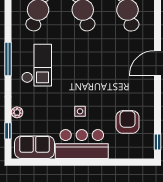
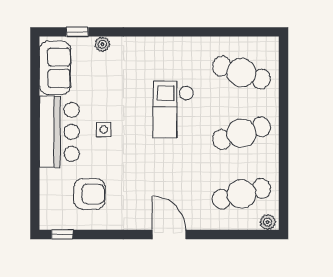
window: (8, 59) -> (175, 32), removed
checkout: (37, 65) -> (174, 110), moved, turned 90

